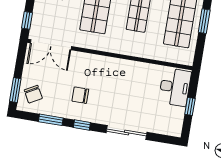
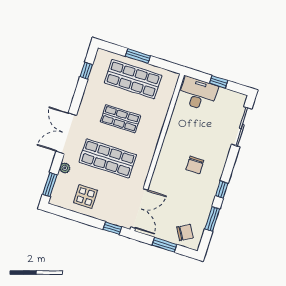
window: (15, 90) -> (164, 245), moved
chair: (80, 95) -> (195, 165), moved
sliding door: (127, 132) -> (242, 127), moved

